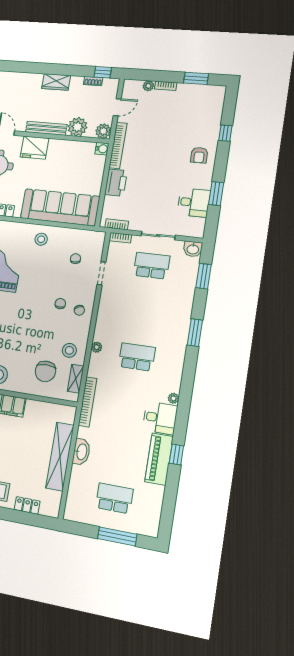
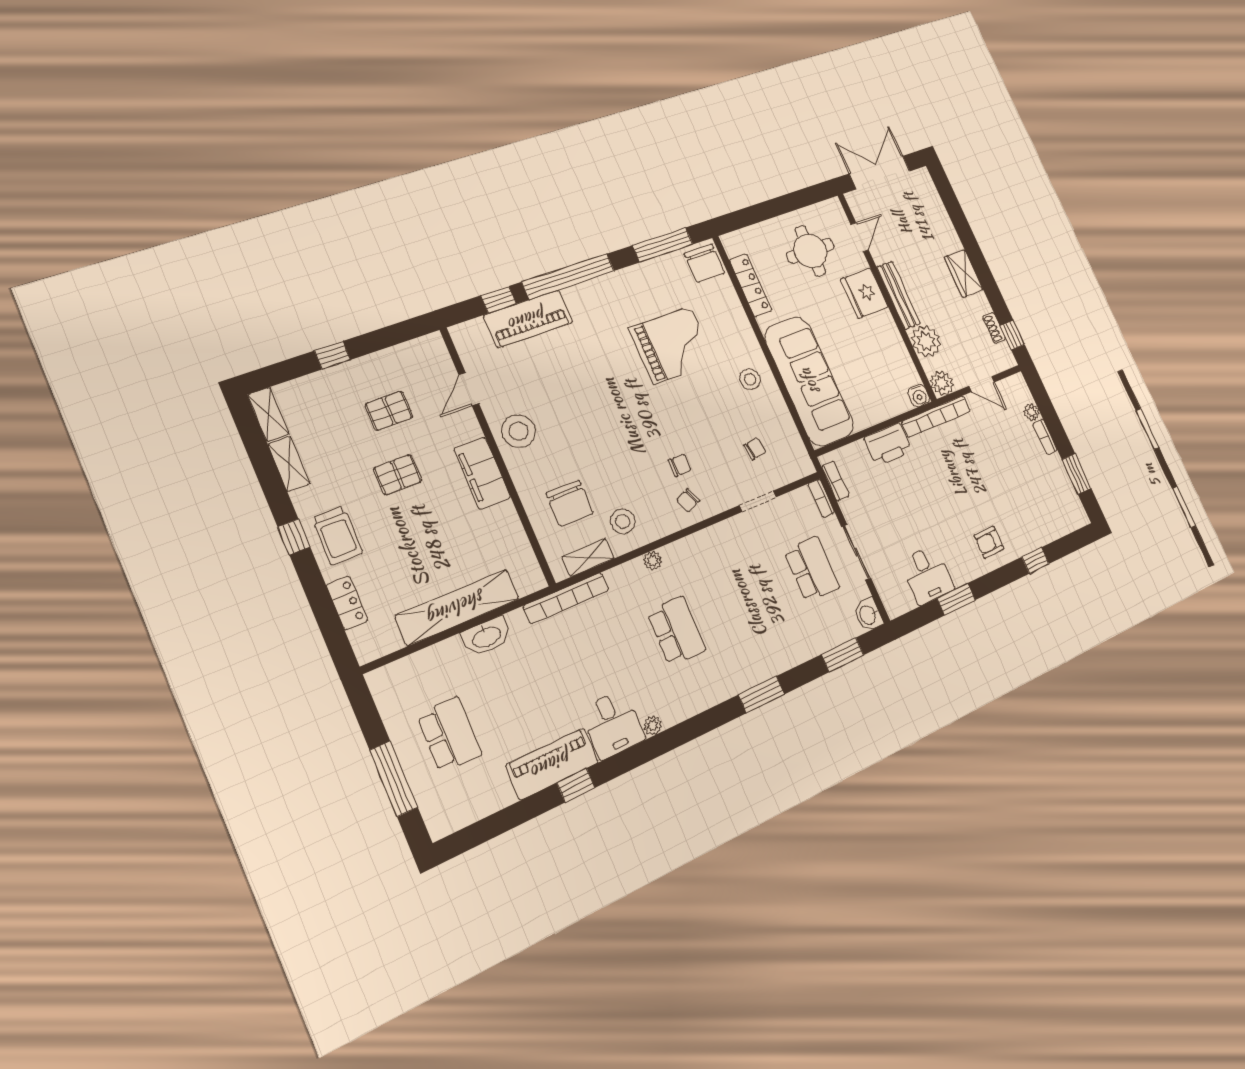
chair: (45, 371) -> (570, 503), turned -90

